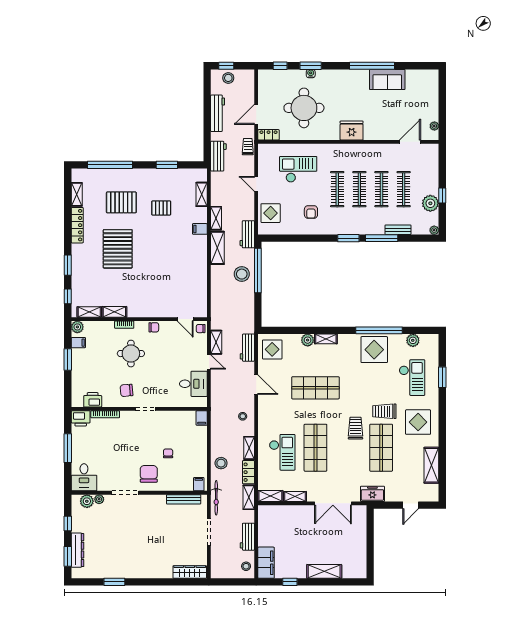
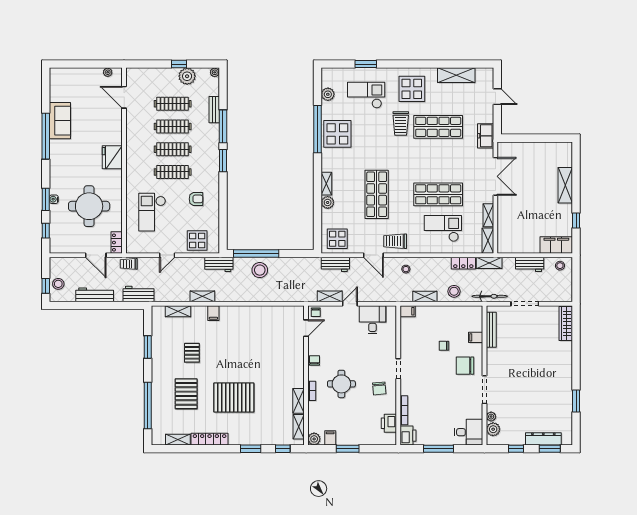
shelving: (217, 248) -> (233, 295), removed
door: (256, 385) -> (373, 255), swing flipped
trolley: (355, 428) -> (395, 241), moved
shelving: (249, 448) -> (425, 297), moved
filing cabinet: (199, 484) -> (476, 337), moved

